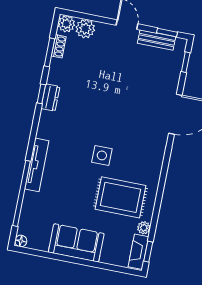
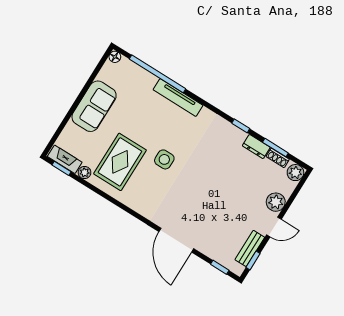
plant: (85, 29) -> (276, 202), moved
dresser: (50, 98) -> (256, 147), moved

